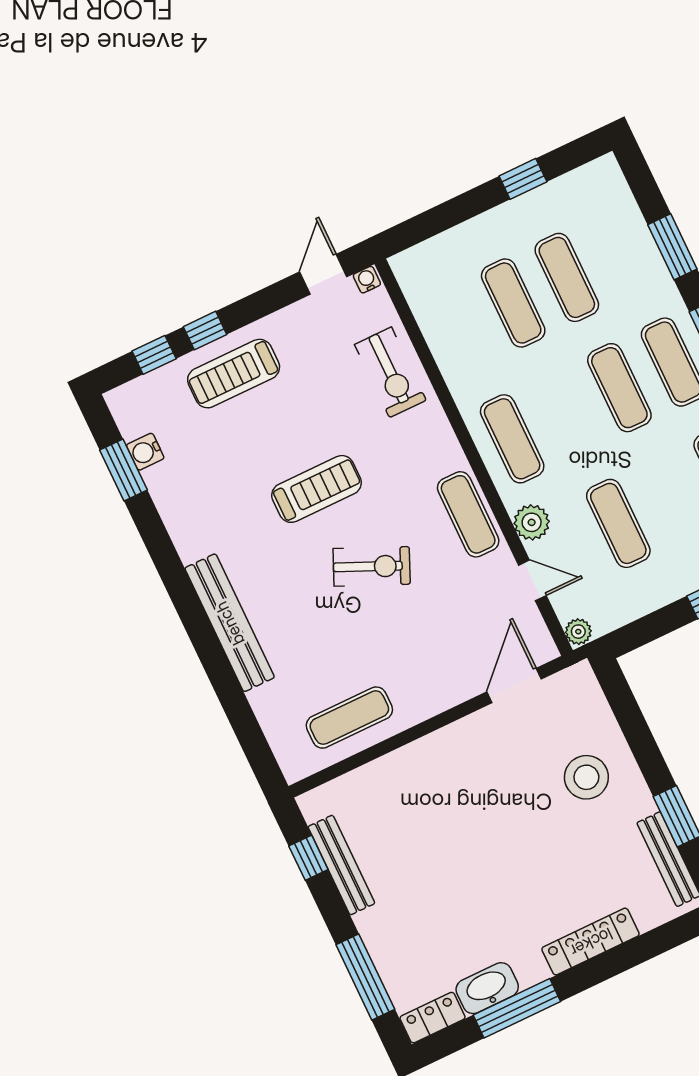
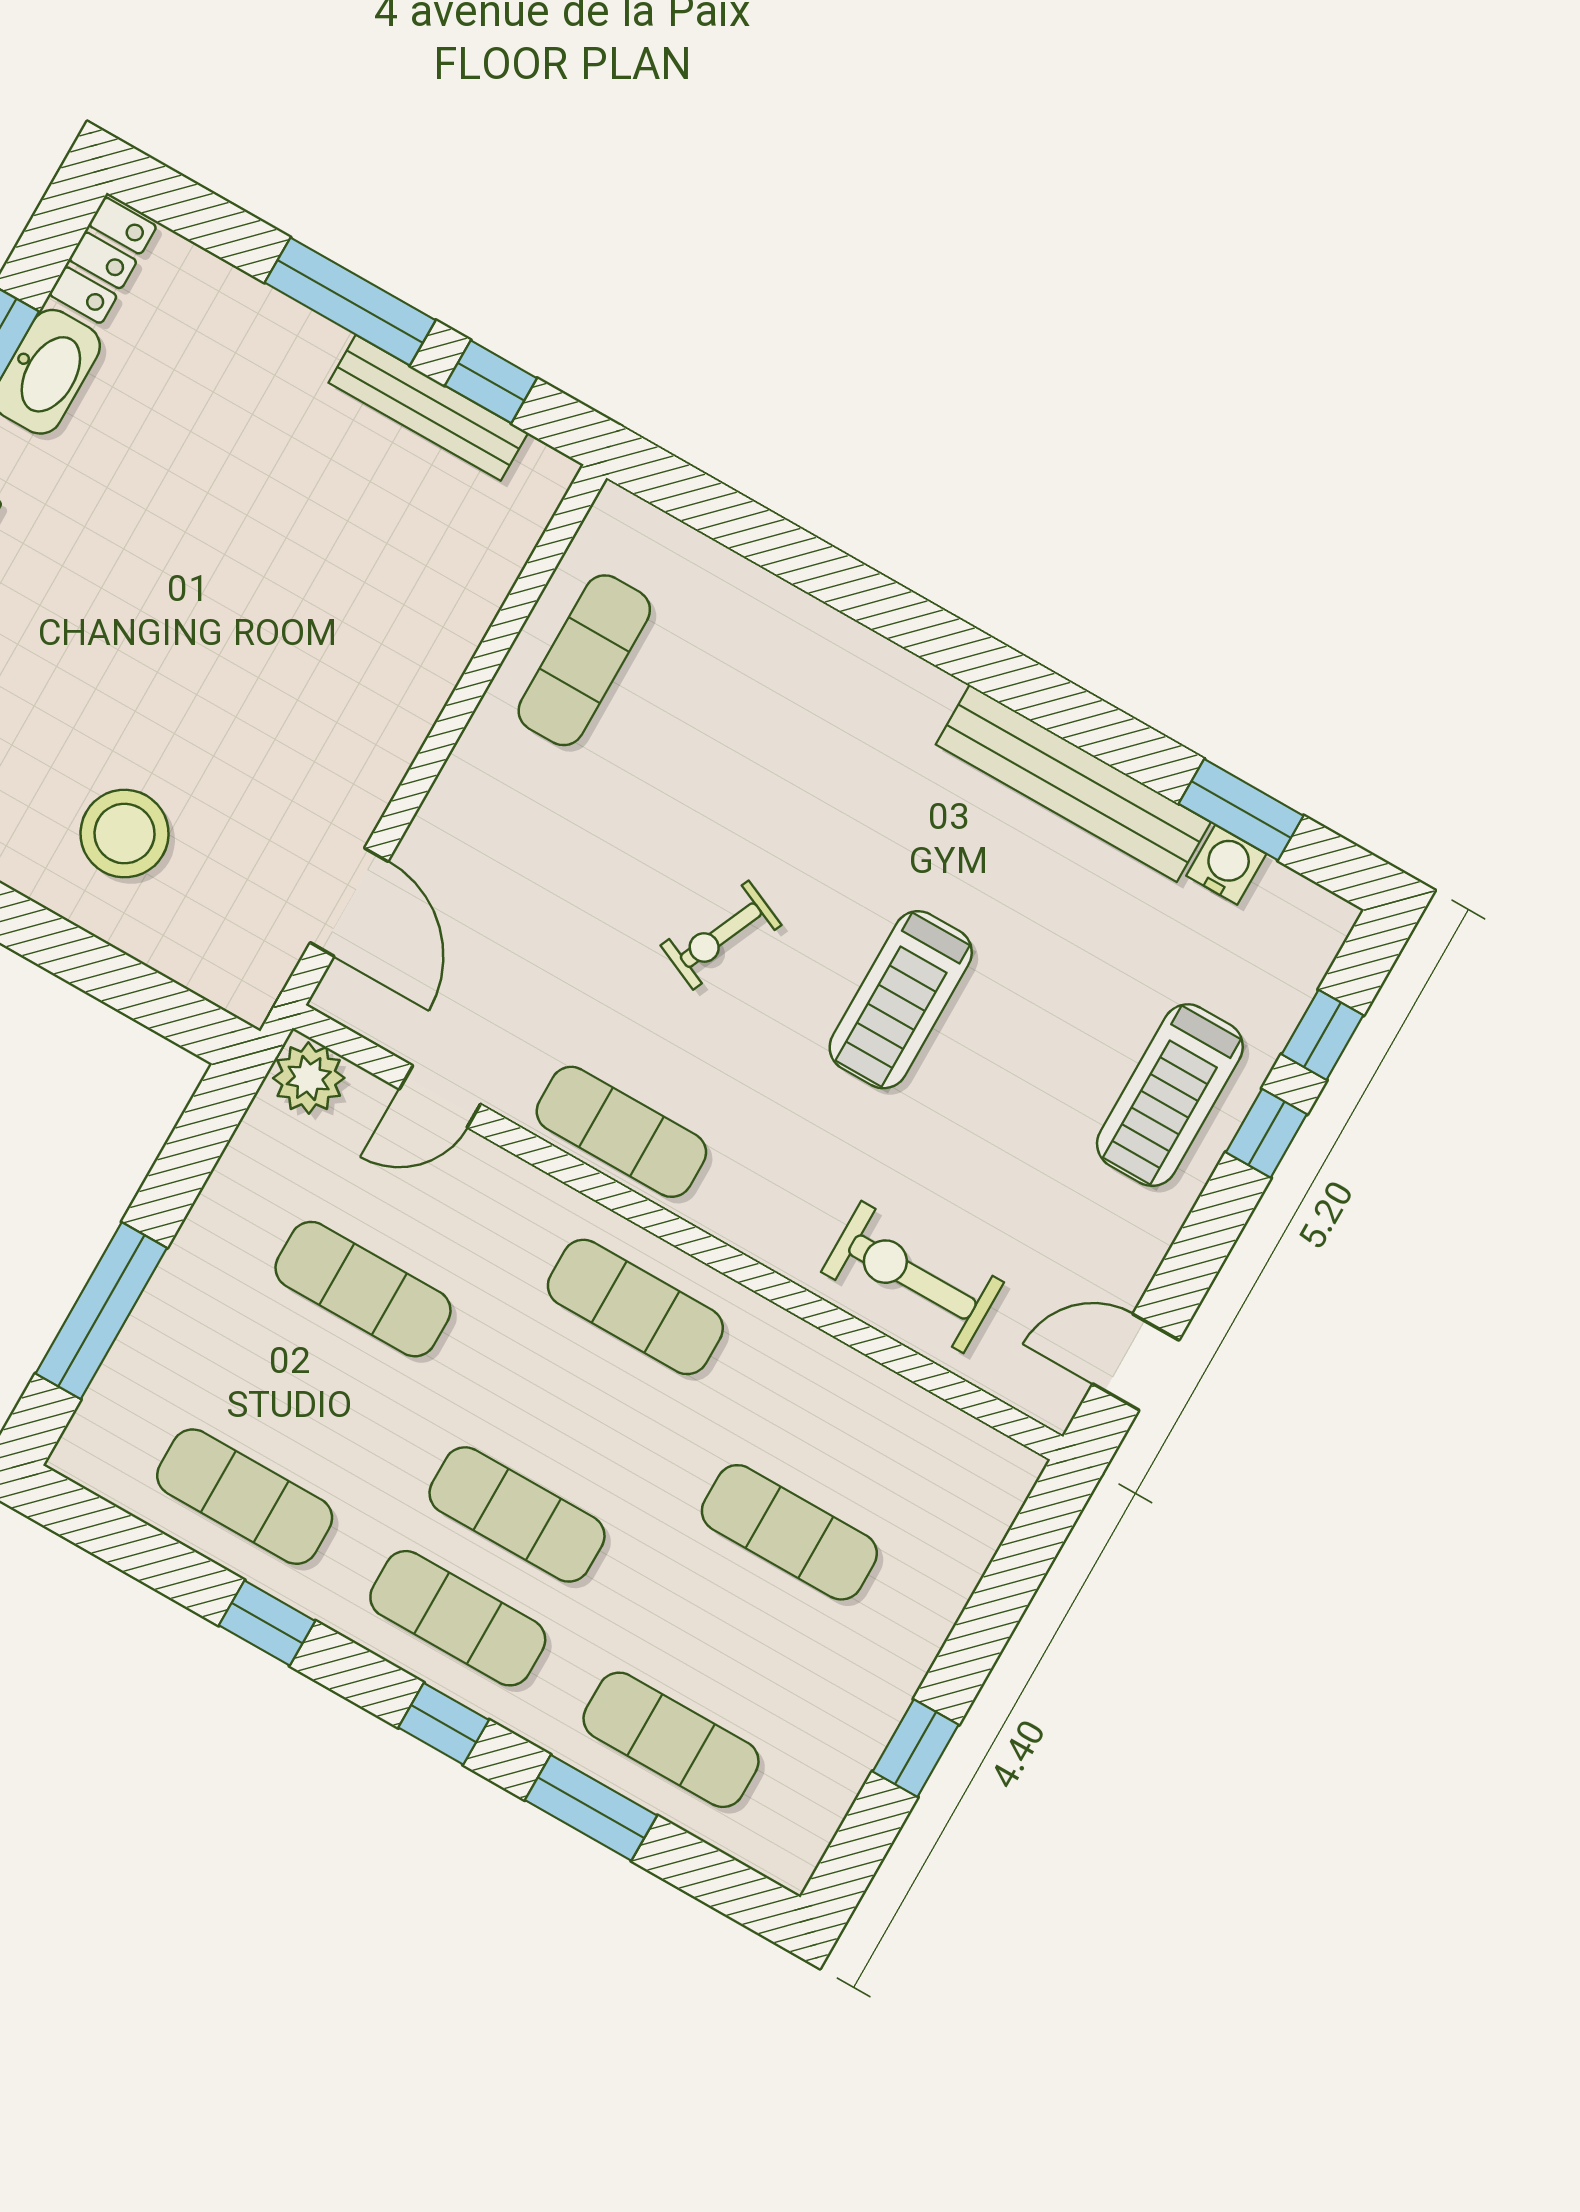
door: (323, 274) -> (1136, 1362), swing flipped
exercise mat: (567, 277) -> (671, 1740), moved
water cooler: (367, 280) -> (1058, 1403), removed
treadmill: (234, 374) -> (1170, 1095), turned 180
plant: (532, 522) -> (507, 1191), removed
exercise bike: (372, 566) -> (721, 935), width x0.73, depth x0.72
bench: (230, 623) -> (1073, 783), moved
plant: (578, 632) -> (309, 1078), width x1.38, depth x1.38
window: (365, 977) -> (350, 301), moved

